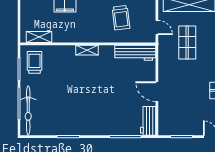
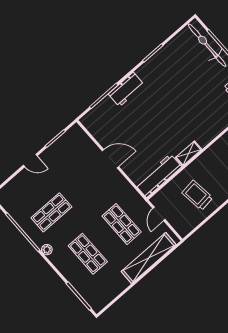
door: (157, 27) -> (159, 214), hinge flipped
shelving: (87, 50) -> (188, 154), moved
workbench: (148, 121) -> (126, 89), moved, turned 90

